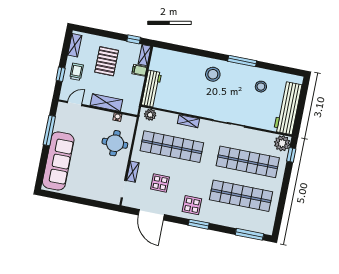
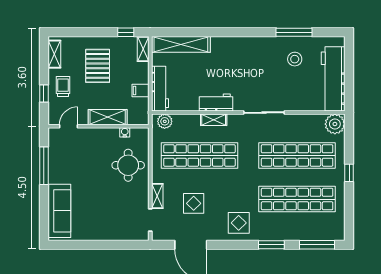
shelving: (175, 57) -> (181, 44), added
window: (242, 61) -> (294, 32), moved
filing cabinet: (139, 70) -> (140, 91), moved
stool: (213, 74) -> (232, 56), removed
workbench: (193, 108) -> (216, 103), added
window: (291, 155) -> (349, 173), moved
sofa: (58, 161) -> (59, 211), width x0.74, depth x0.79
window: (199, 224) -> (271, 245), moved

